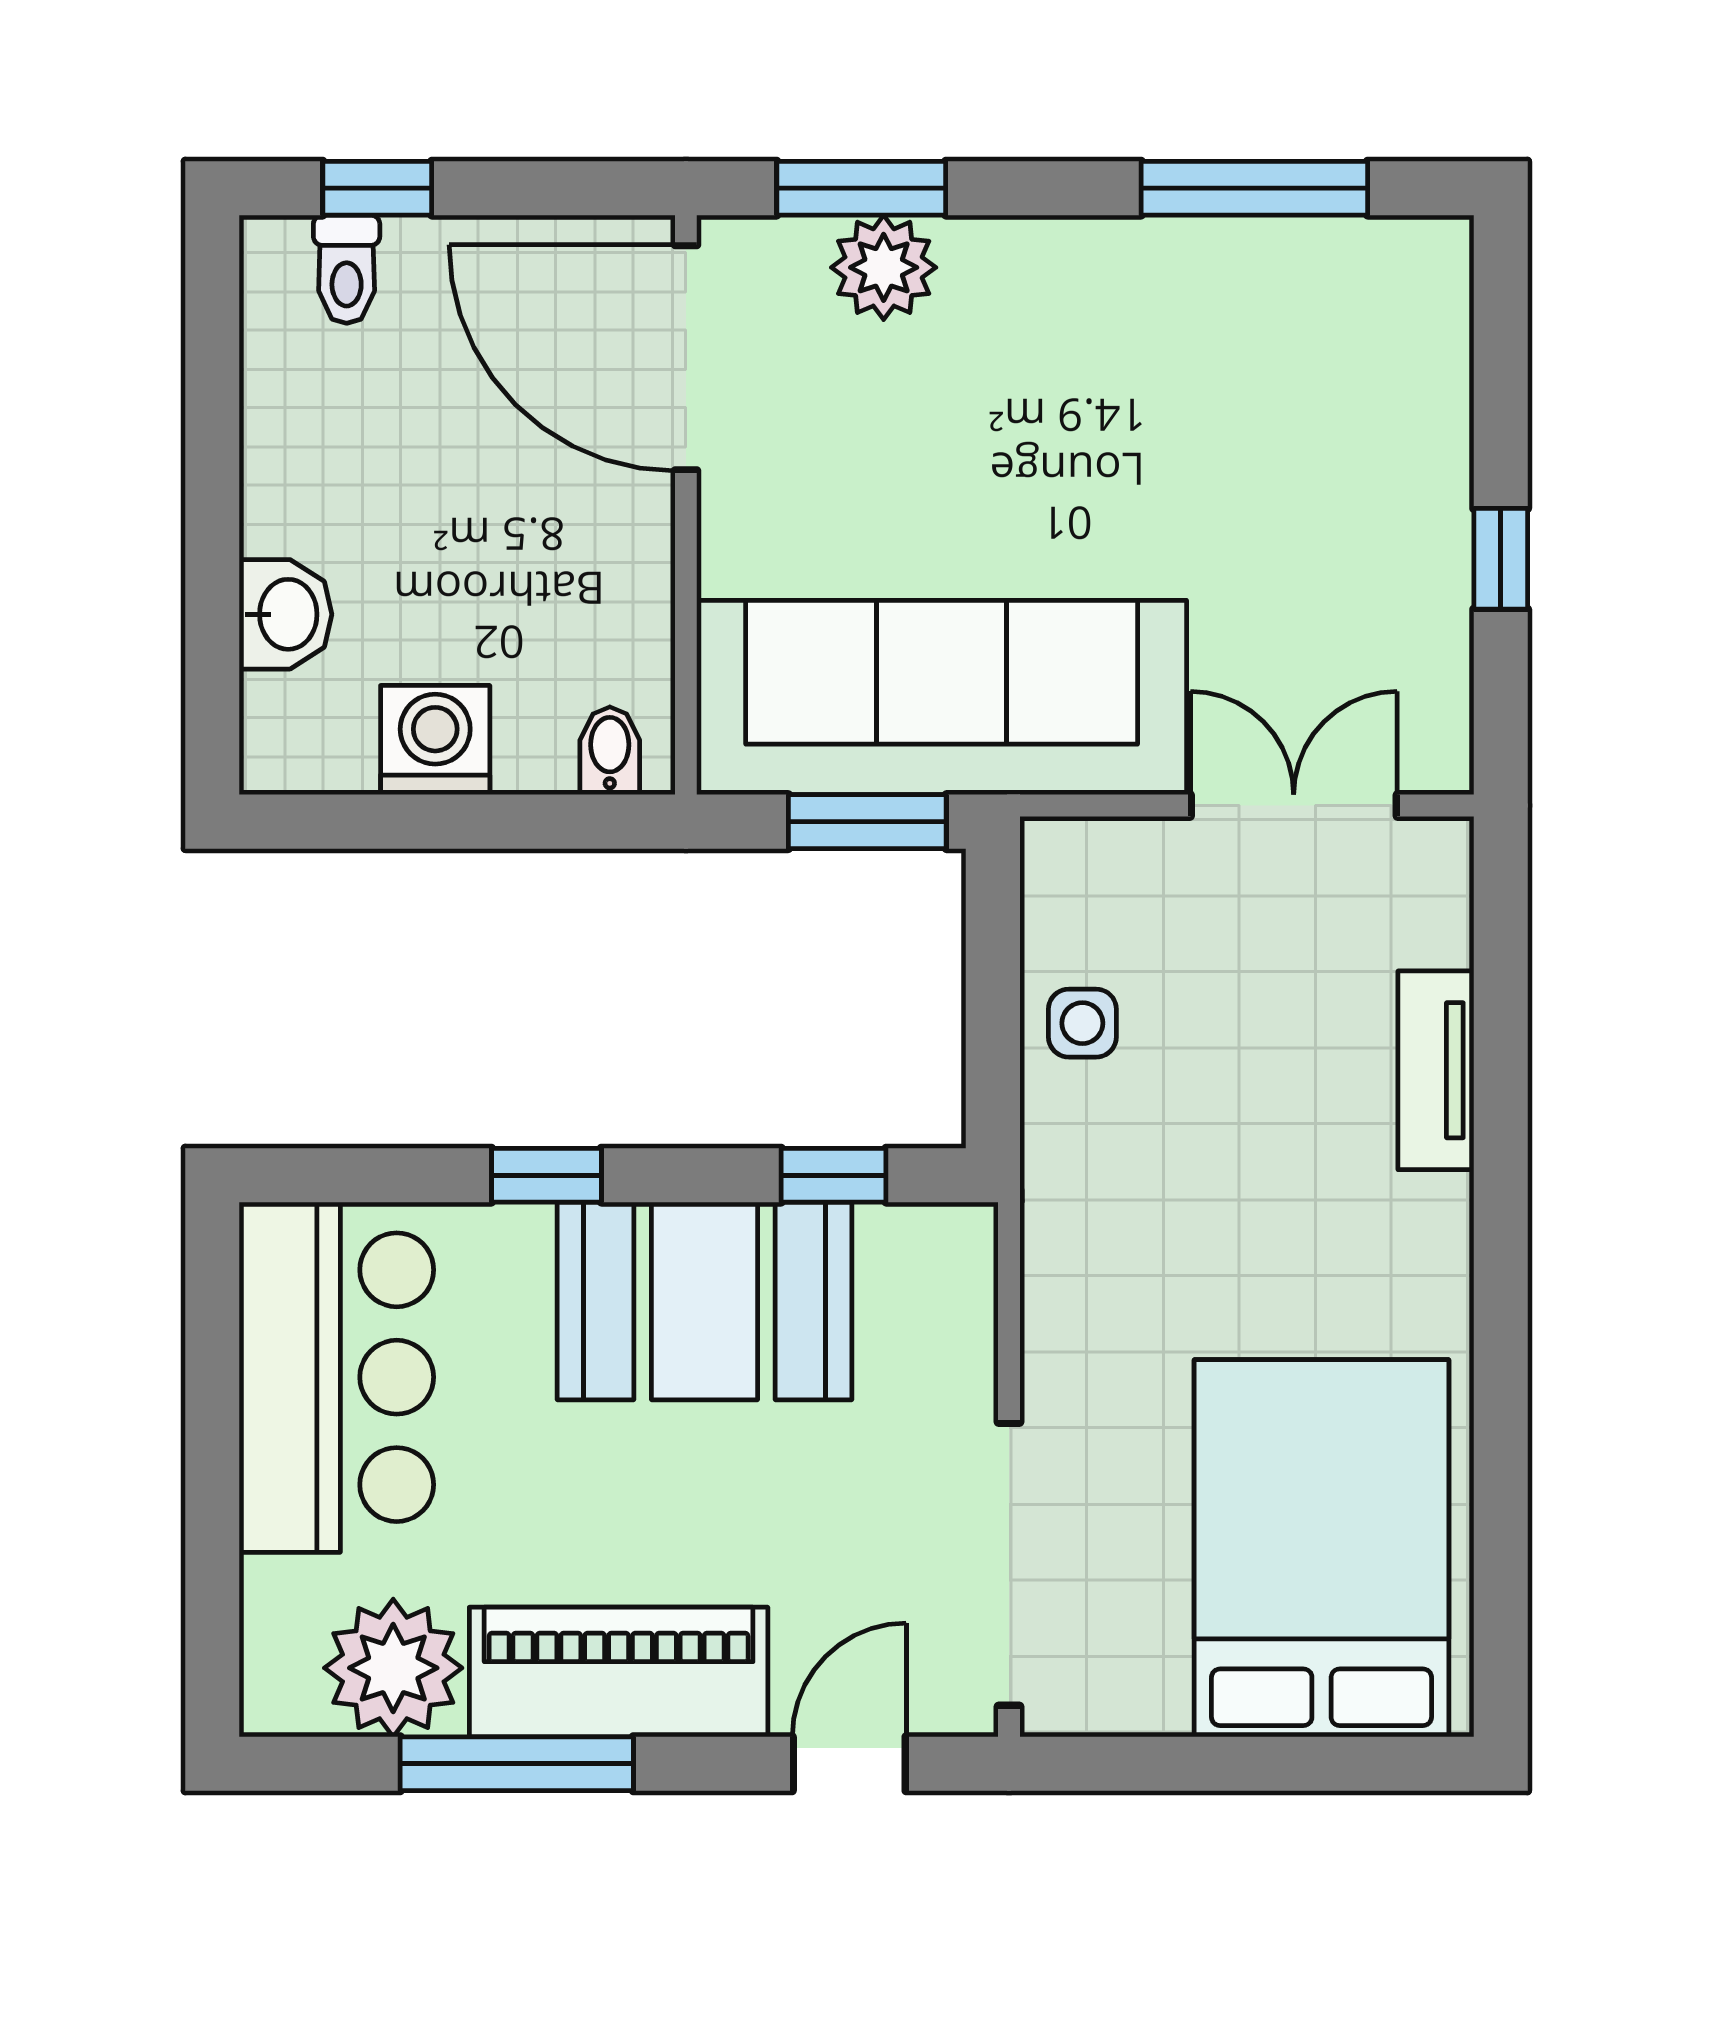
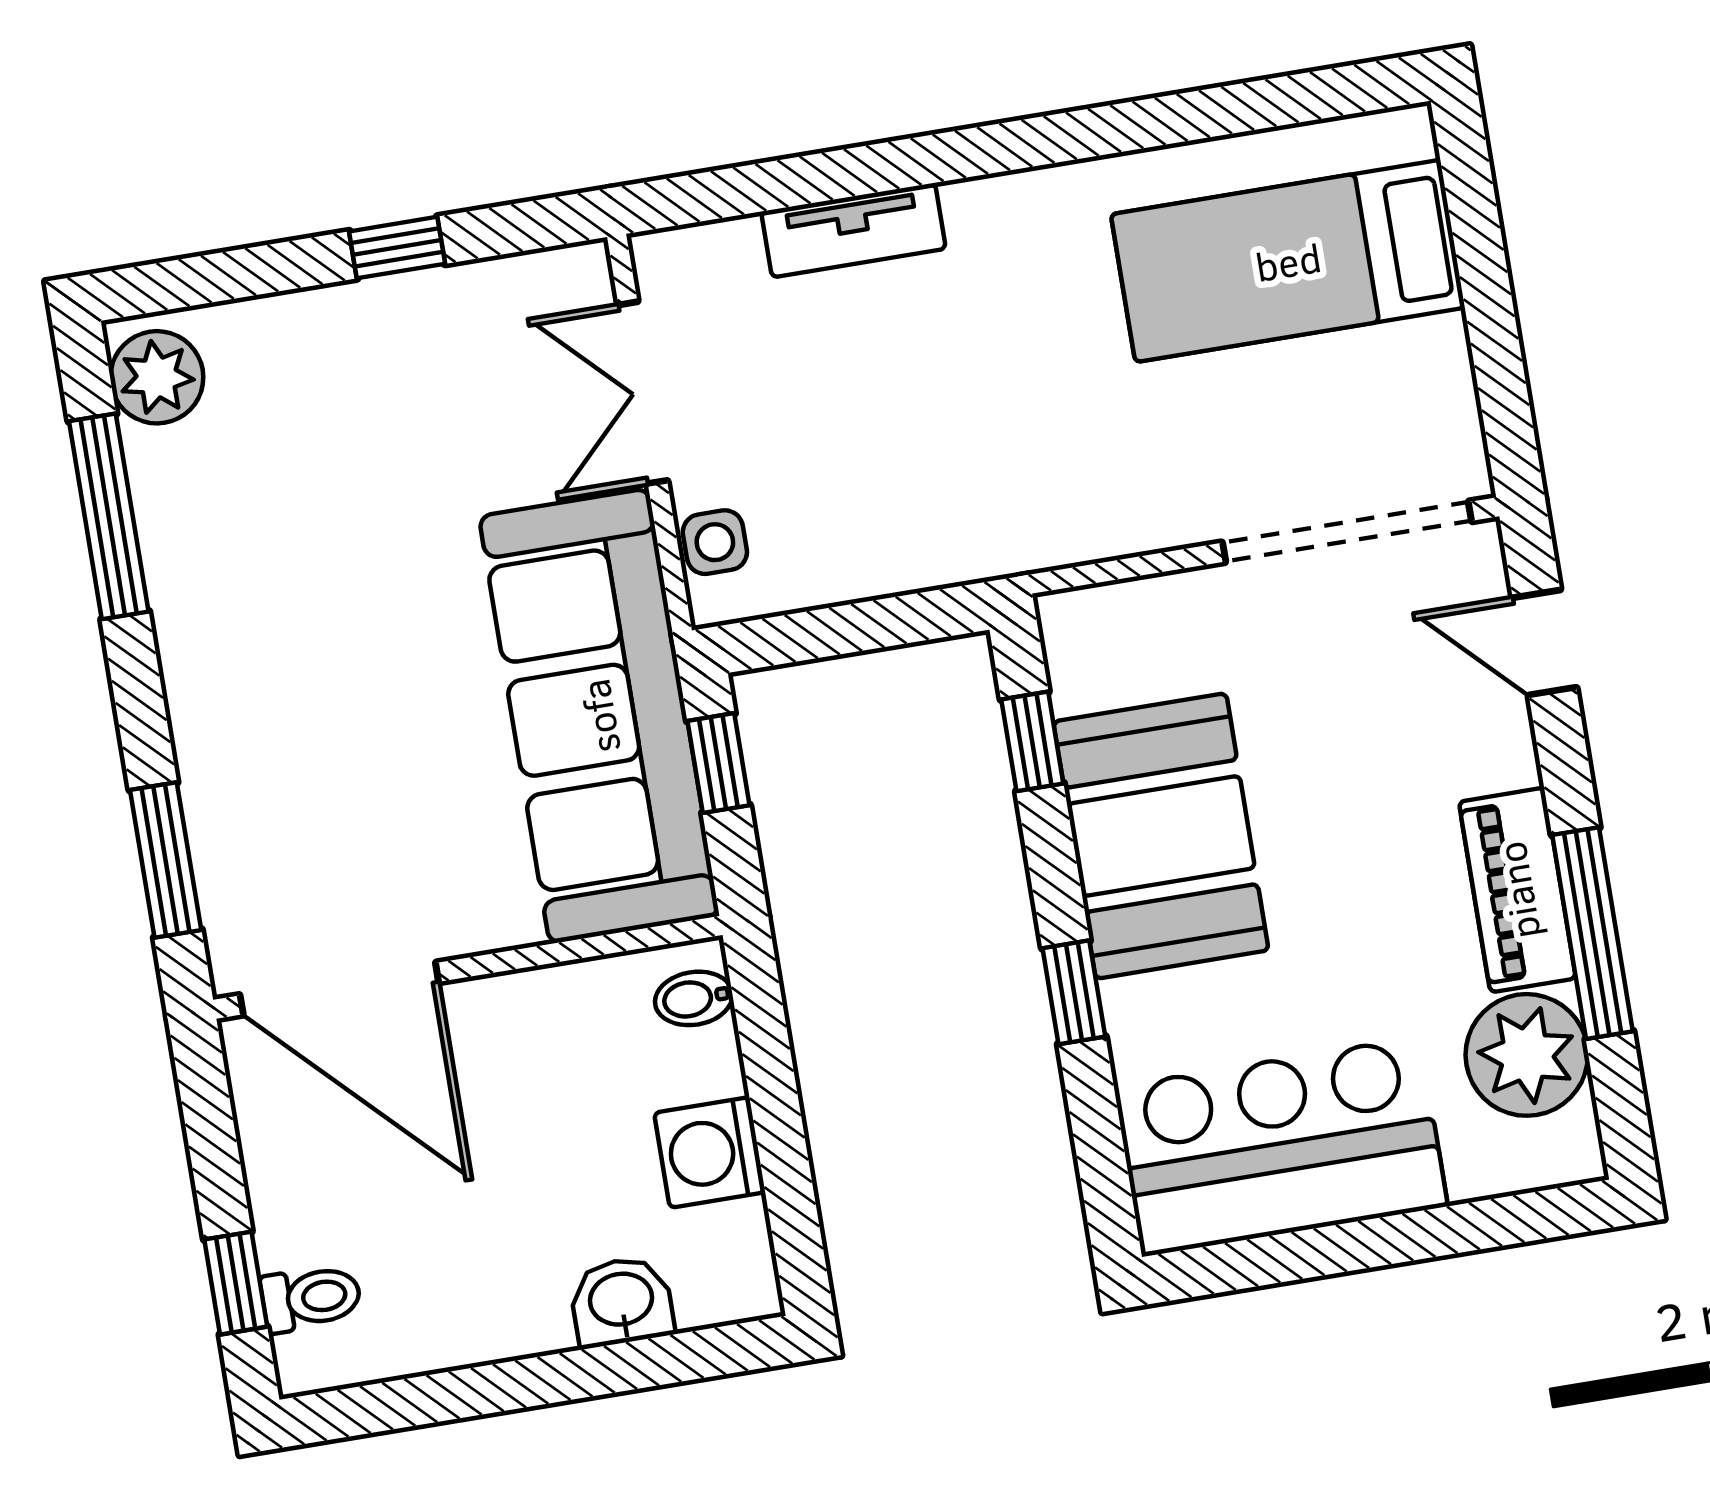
plant: (884, 267) -> (157, 377), moved
door: (686, 358) -> (339, 989), hinge flipped
window: (867, 822) -> (718, 763), width x0.67
side table: (1082, 1023) -> (715, 542), moved
bed: (1322, 1548) -> (1288, 261), width x0.67
piano: (619, 1672) -> (1517, 890), width x0.73, depth x0.75

